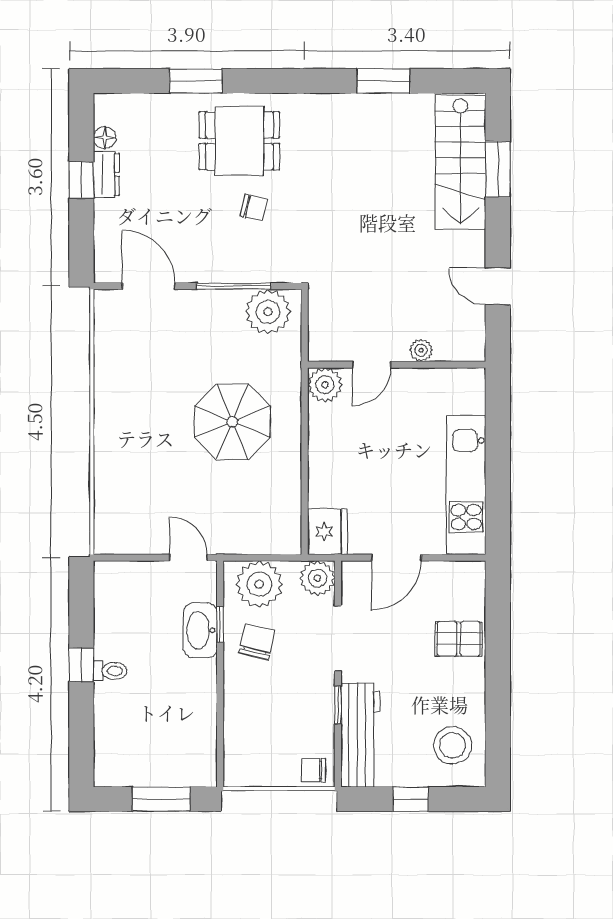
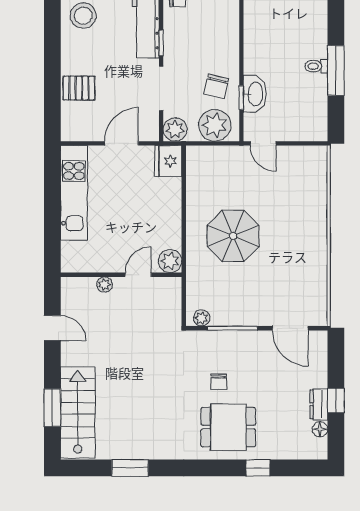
window: (196, 81) -> (258, 468), width x0.67
chair: (254, 207) -> (219, 382), turned -102
plant: (268, 312) -> (202, 318), width x0.53, depth x0.53
window: (81, 665) -> (336, 70), width x2.17

